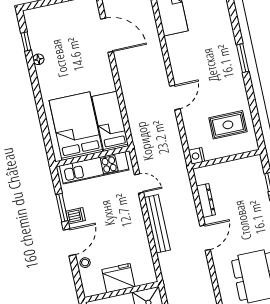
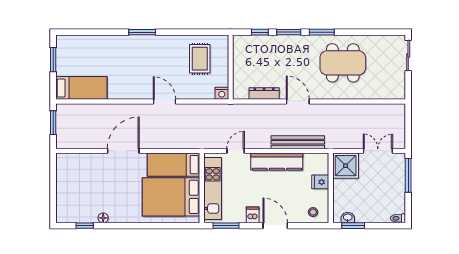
door: (107, 35) -> (123, 151), moved
window: (62, 208) -> (226, 226), moved
bench: (157, 224) -> (298, 142), moved
kitchen counter: (137, 229) -> (277, 162), added
stool: (85, 263) -> (313, 212), moved
fridge: (118, 278) -> (320, 182), width x0.53, depth x0.75

